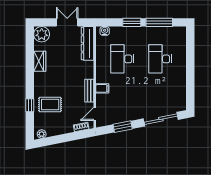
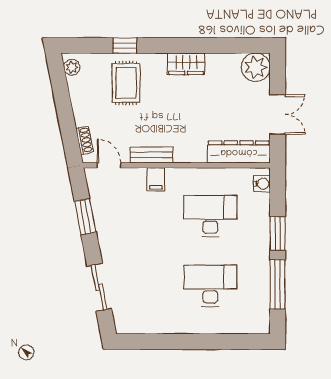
wardrobe: (40, 61) -> (186, 64), moved
sliding door: (161, 119) -> (99, 287), width x0.73

